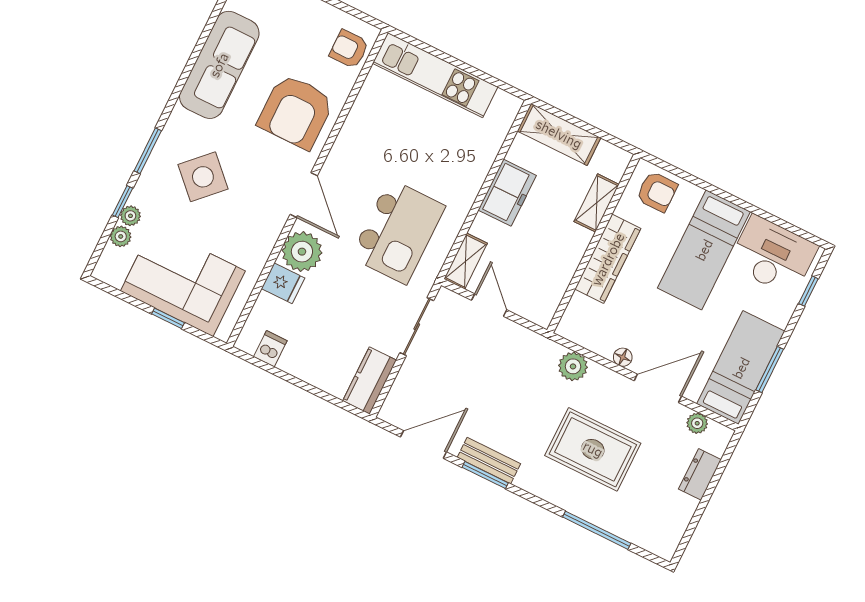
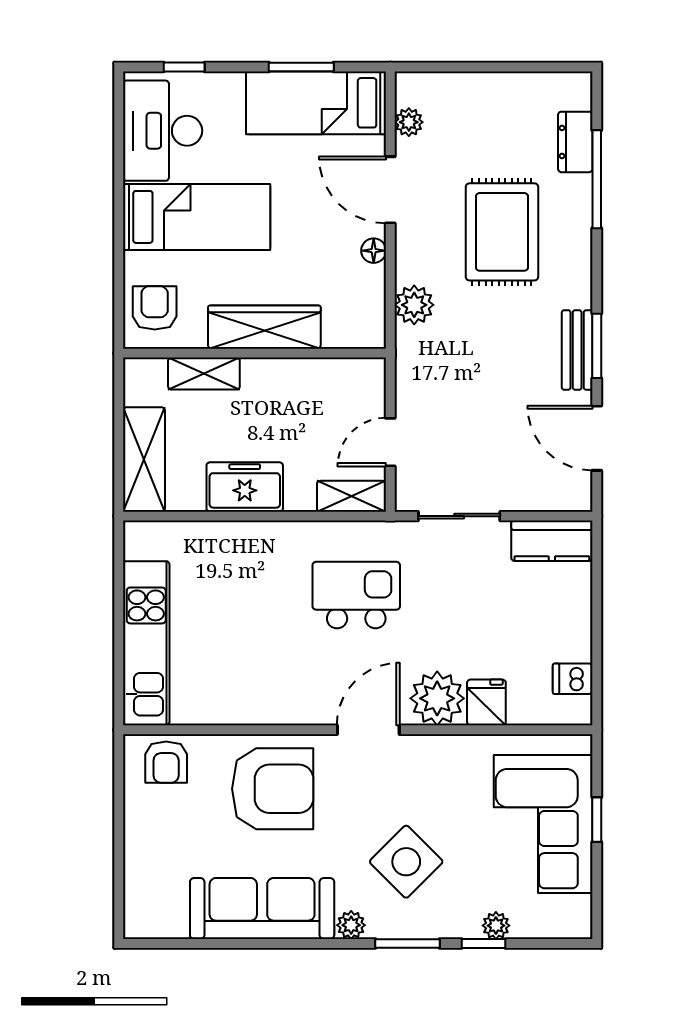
kitchen island: (398, 232) -> (356, 595), width x0.73, depth x0.78
plant: (121, 236) -> (351, 925), moved
dresser: (700, 474) -> (575, 142), moved, turned 90

